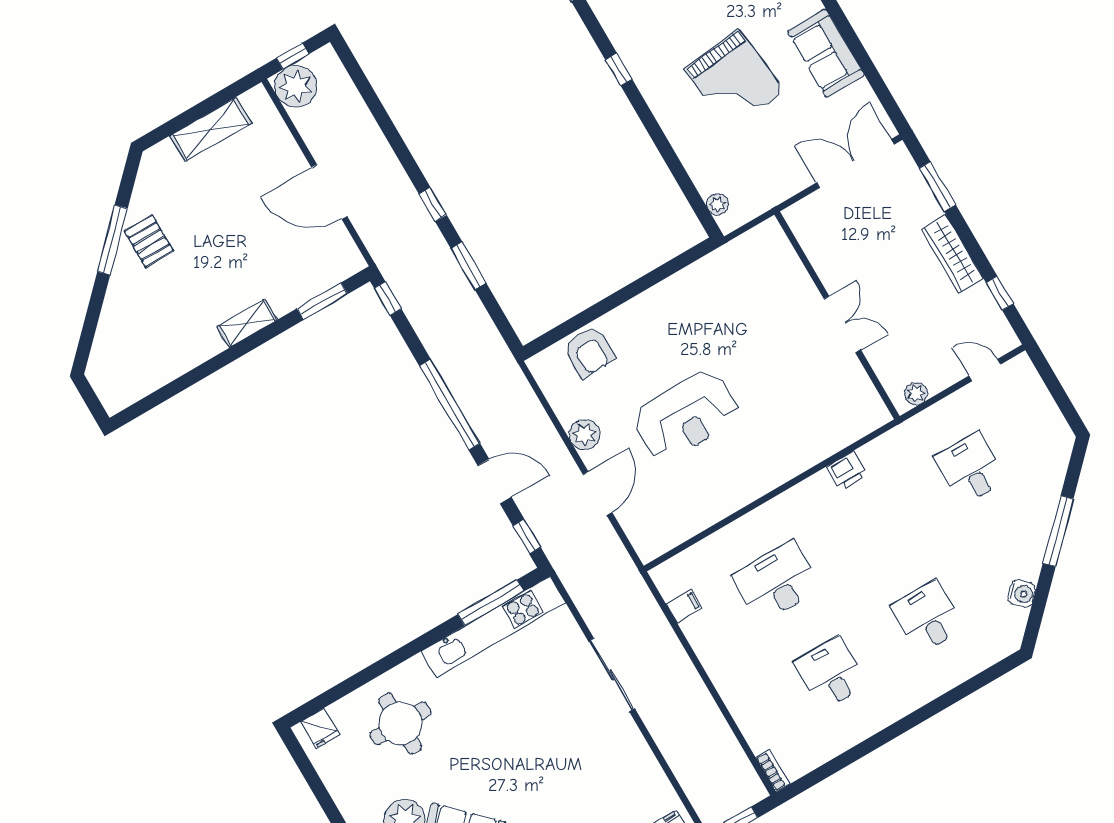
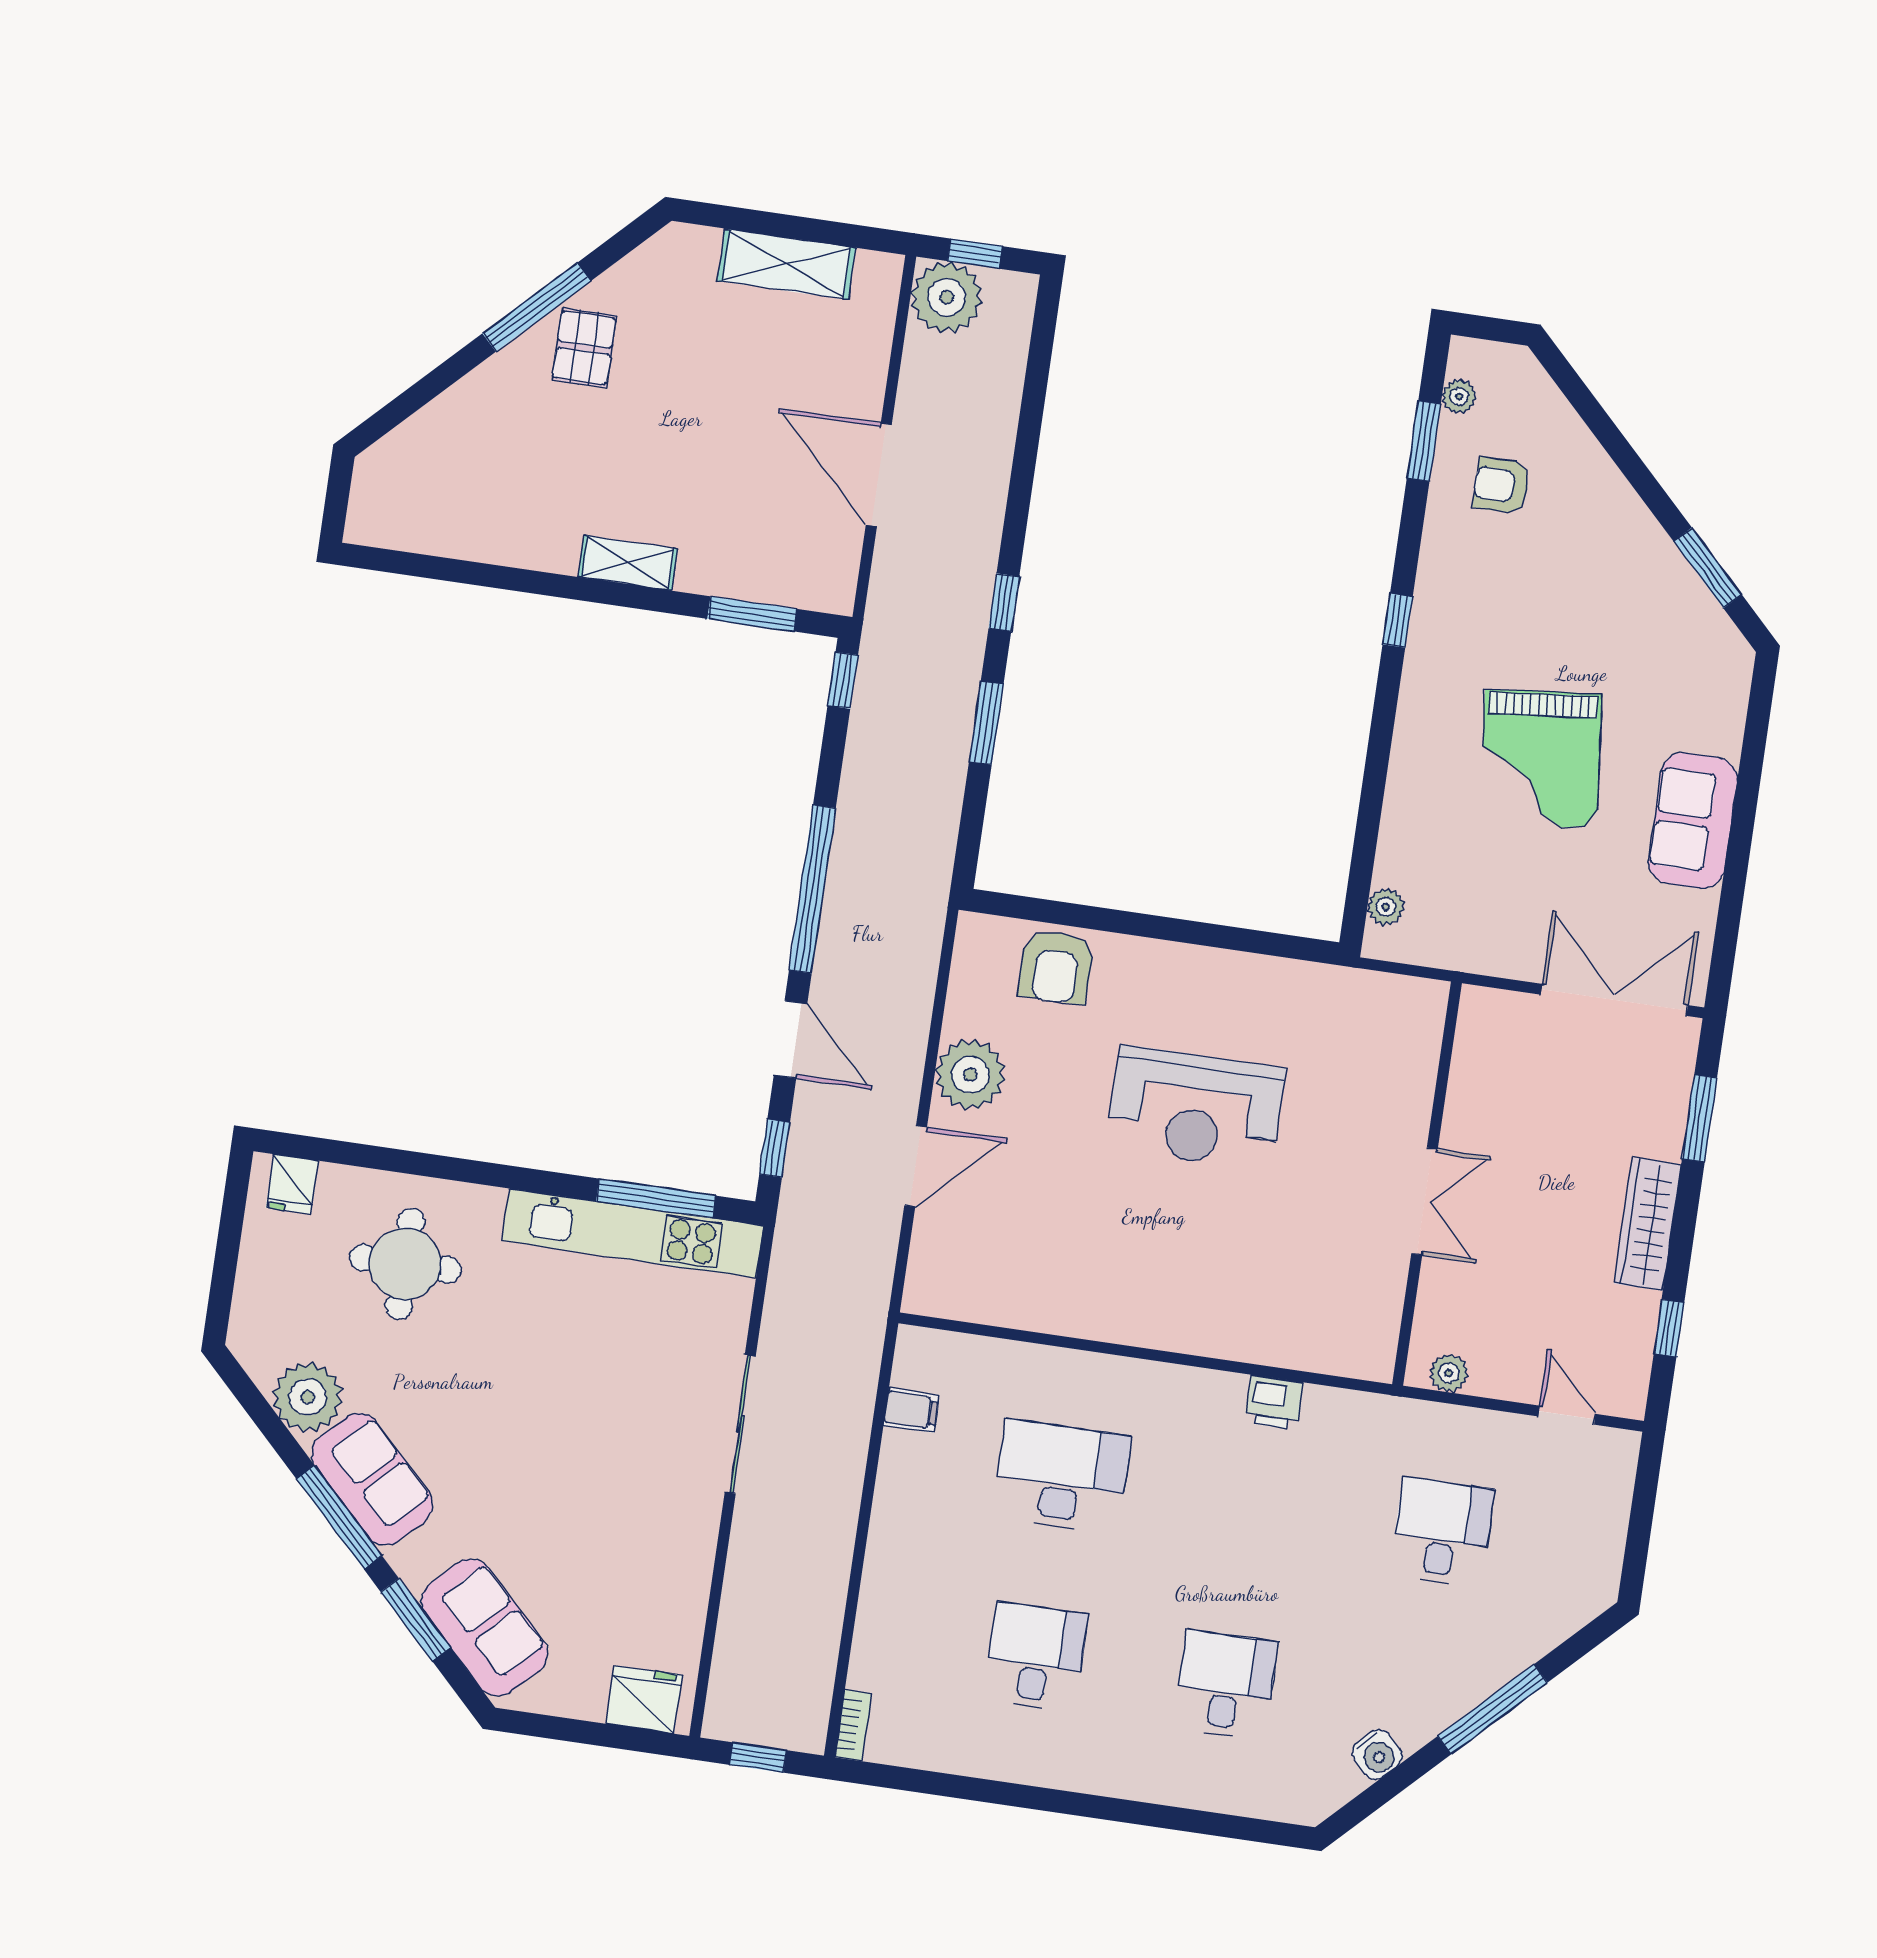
reception desk: (686, 416) -> (1196, 1108), moved
plant: (584, 435) -> (970, 1075), width x1.36, depth x1.36

